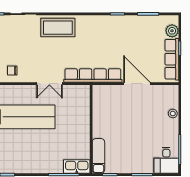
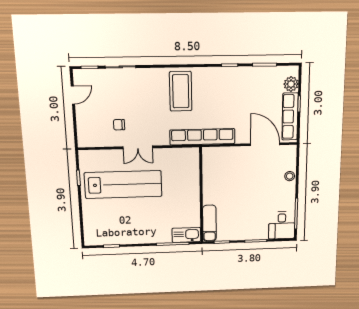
coffee table: (58, 28) -> (181, 91), moved, turned 90
chair: (12, 70) -> (119, 125), moved
double door: (49, 84) -> (138, 147), moved
door: (137, 84) -> (265, 144), moved

